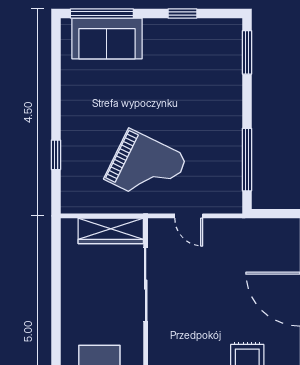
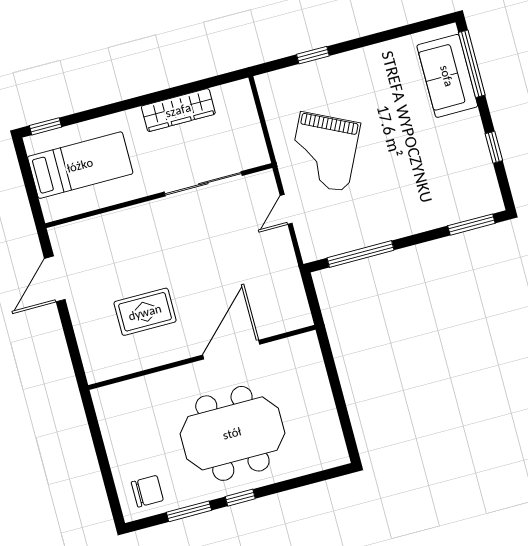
wardrobe: (111, 231) -> (178, 110), moved, turned -90

